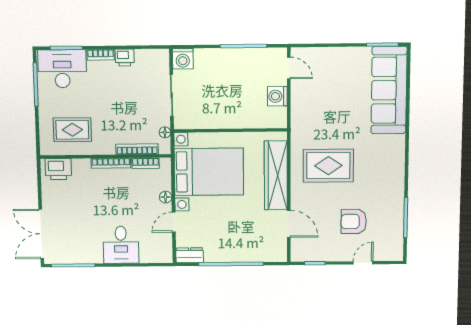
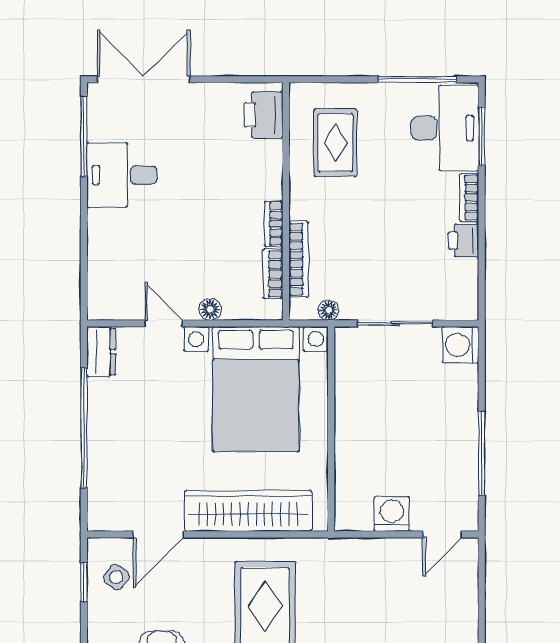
bookcase: (111, 163) -> (274, 224), width x0.64
desk: (121, 245) -> (122, 175), moved
side table: (312, 246) -> (116, 577), added

